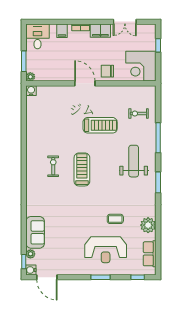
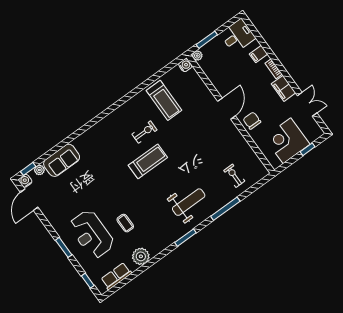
double door: (125, 22) -> (307, 104), swing flipped
corner desk: (141, 66) -> (287, 141), moved
treadmill: (100, 125) -> (164, 100), moved
exercise bike: (53, 166) -> (145, 132), moved

